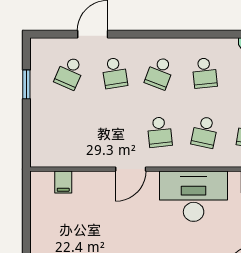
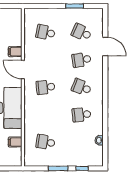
school desk: (205, 132) -> (46, 32), moved
filing cabinet: (63, 182) -> (15, 52), moved

